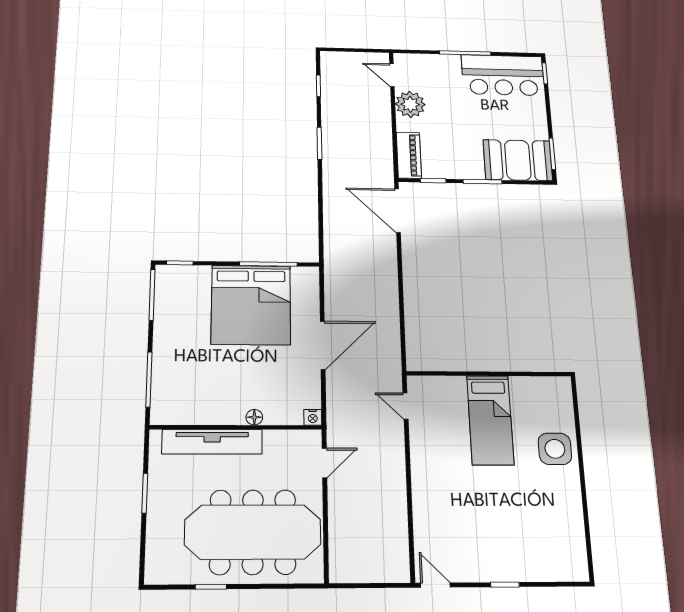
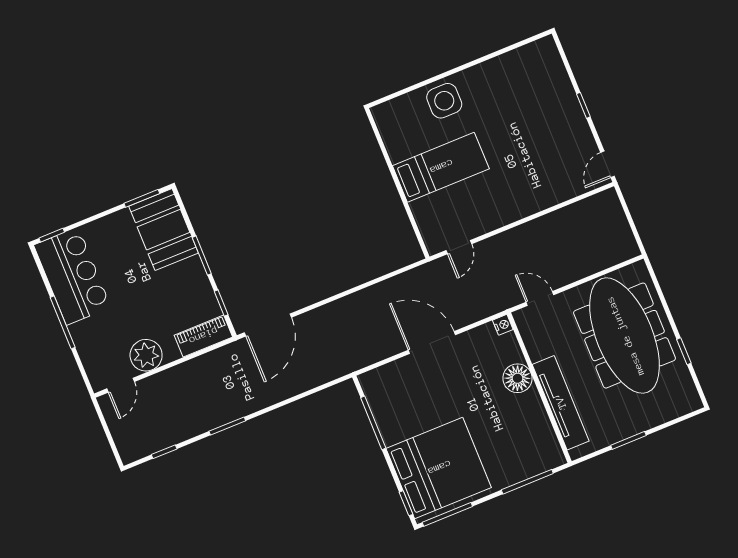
bed: (251, 305) -> (439, 468), moved
floor lamp: (254, 417) -> (517, 378), width x1.89, depth x1.89

